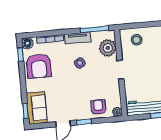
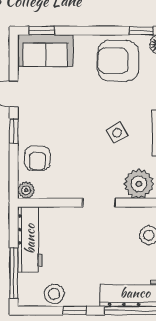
armchair: (98, 107) -> (37, 158), turned 90

